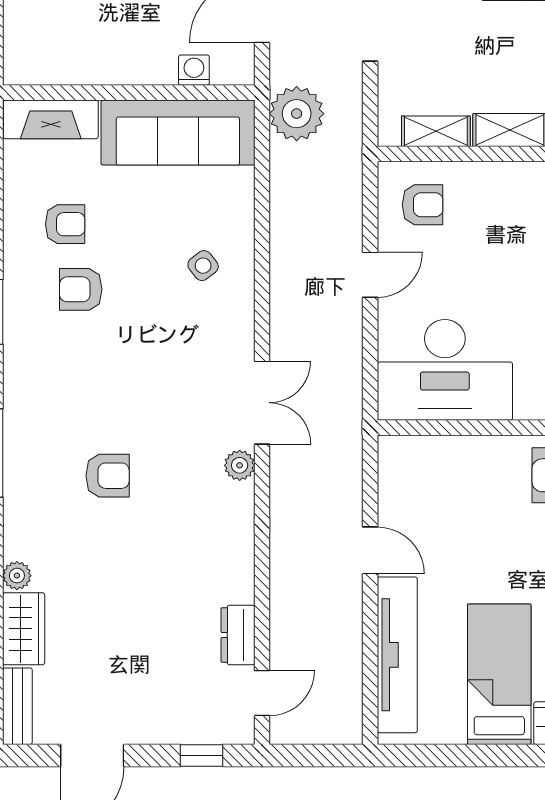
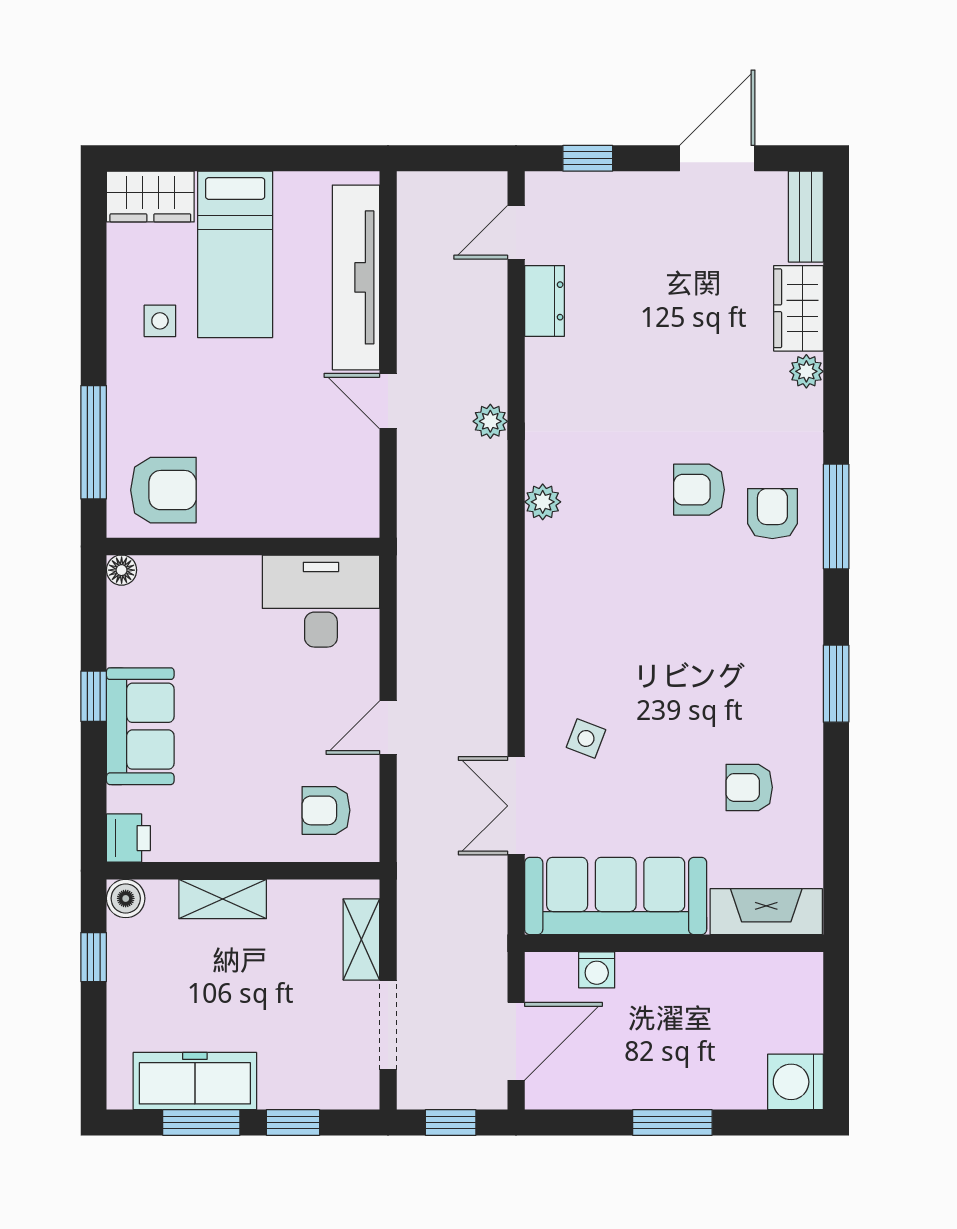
plant: (297, 114) -> (490, 421), moved, width x0.53, depth x0.53
shelving: (436, 131) -> (361, 939), moved, turned 90
side table: (203, 266) -> (586, 738), turned -31
armchair: (81, 289) -> (772, 514), moved, turned -90
desk: (445, 370) -> (321, 601), width x0.73, depth x0.77
double door: (262, 403) -> (516, 806), moved

